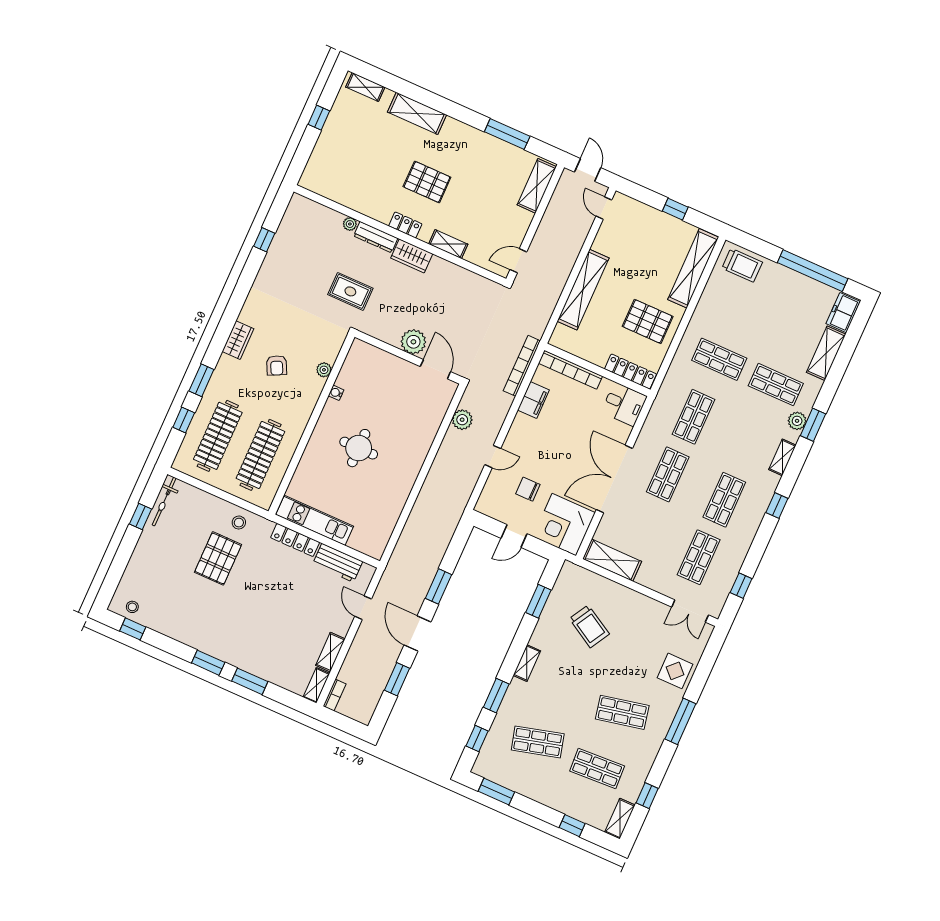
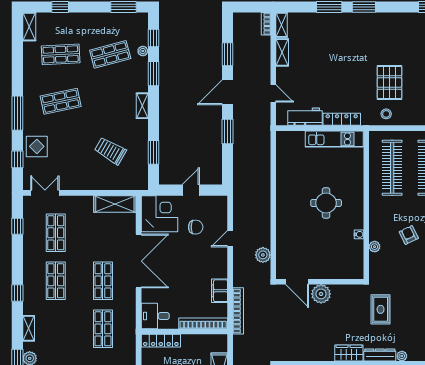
rug: (350, 291) -> (381, 309), turned 90
door: (417, 633) -> (227, 92), swing flipped
plant: (497, 728) -> (143, 51), added
window: (647, 796) -> (17, 159), moved

